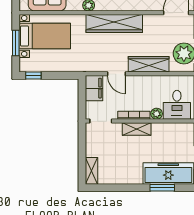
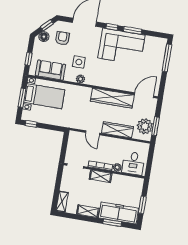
wardrobe: (114, 23) -> (112, 98), moved
filing cabinet: (94, 88) -> (74, 141), removed
shelving: (128, 178) -> (88, 211), added

